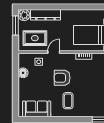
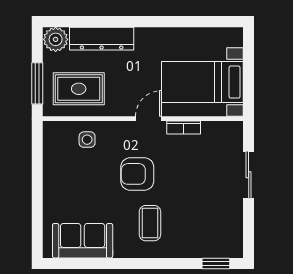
window: (16, 26) -> (37, 83), moved
door: (54, 52) -> (149, 119), moved
floor lamp: (23, 73) -> (53, 163), removed

